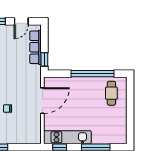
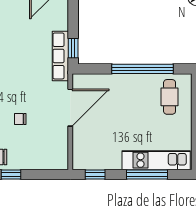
row of seats: (35, 47) -> (60, 56), moved
kitchen unit: (67, 137) -> (156, 160), moved

